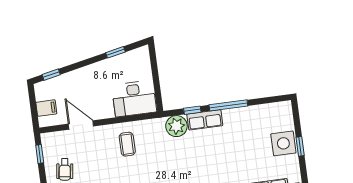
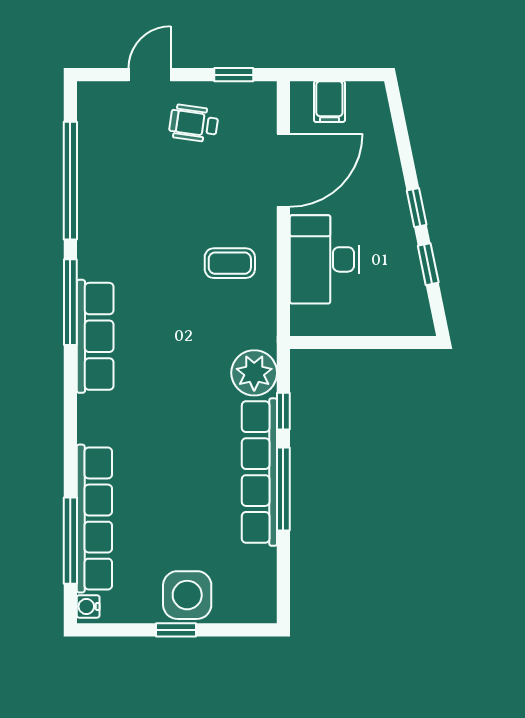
window: (51, 75) -> (417, 208), moved
desk: (134, 99) -> (325, 259), moved
row of seats: (205, 120) -> (259, 472), width x2.02
door: (81, 125) -> (283, 170), width x1.36

